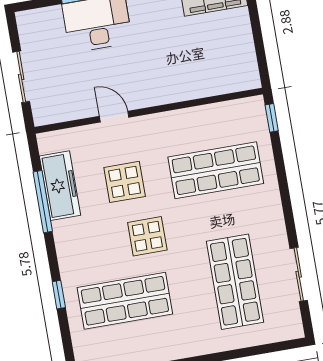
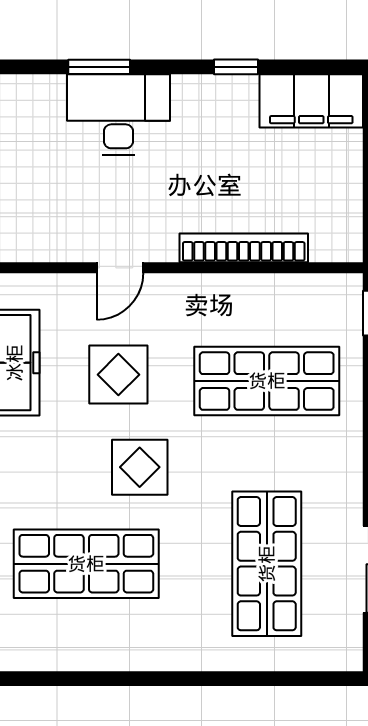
bookcase: (188, 91) -> (244, 248), added
door: (114, 117) -> (120, 268), swing flipped

